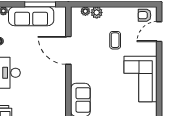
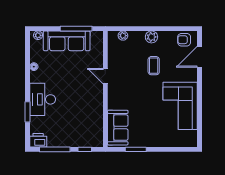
plant: (97, 13) -> (151, 37), moved
door: (68, 50) -> (105, 76), width x0.53

